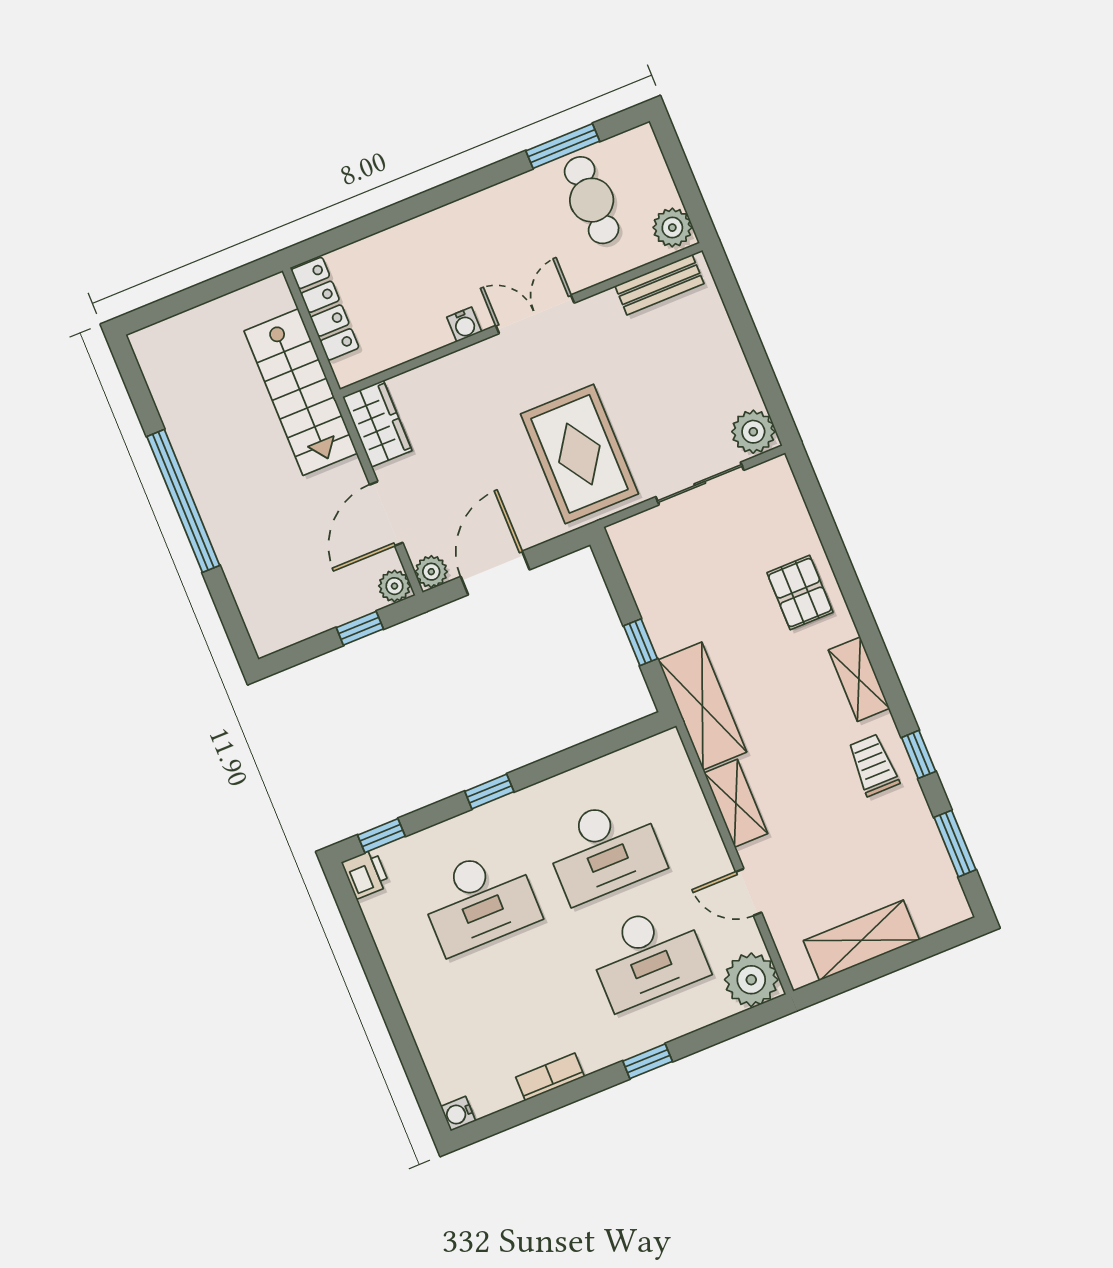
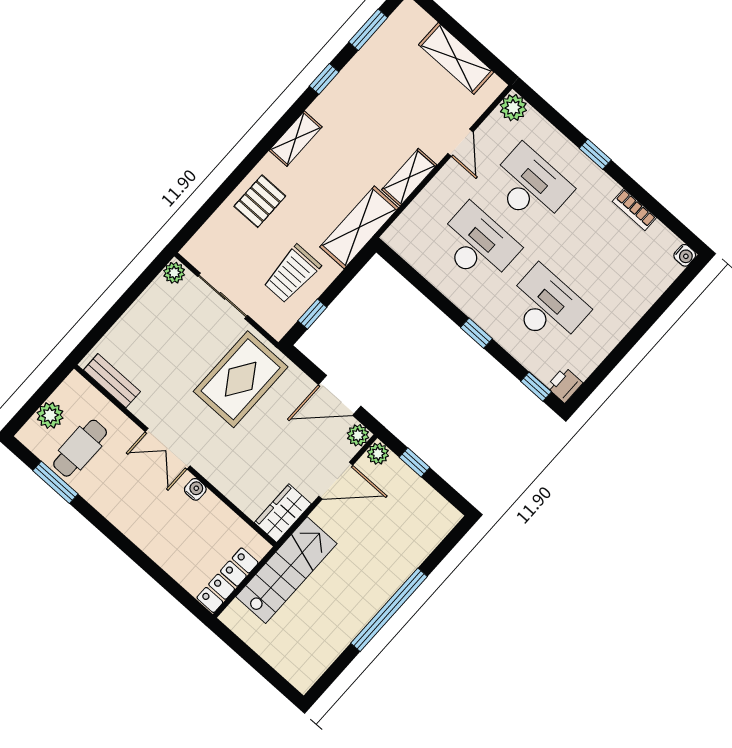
plant: (672, 228) -> (50, 415), moved
plant: (753, 432) -> (174, 273), width x0.73, depth x0.73
window: (640, 642) -> (312, 314), moved
trolley: (873, 765) -> (292, 274), moved, width x1.36, depth x1.39
plant: (751, 980) -> (513, 108), width x0.73, depth x0.73

